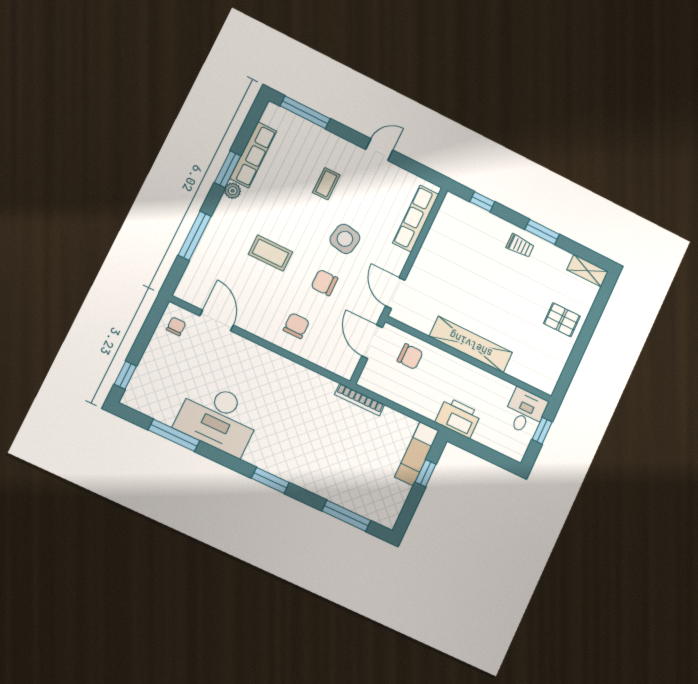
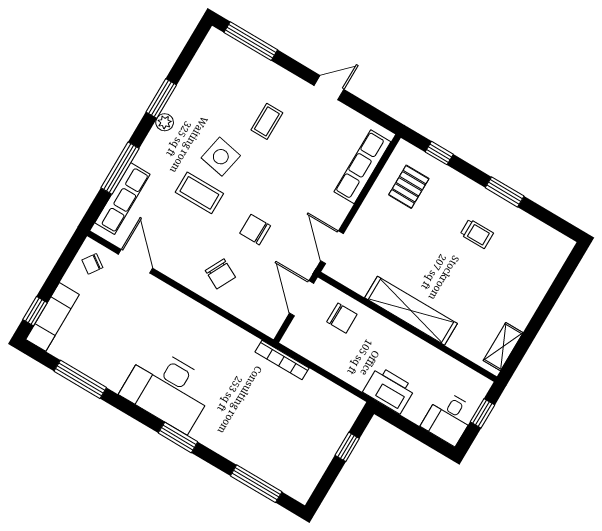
row of seats: (253, 155) -> (122, 199), moved
side table: (345, 239) -> (221, 157), moved
trolley: (520, 246) -> (477, 234), moved
shelving: (587, 271) -> (503, 347), moved, turned 90
pallet: (562, 320) -> (409, 187), moved, turned 90
chair: (176, 326) -> (92, 264), turned -145
chair: (296, 326) -> (220, 274), turned 117
desk: (525, 412) -> (449, 418), moved, turned 180
desk: (218, 418) -> (168, 389), moved
exam couch: (417, 454) -> (52, 317), moved, turned 180

